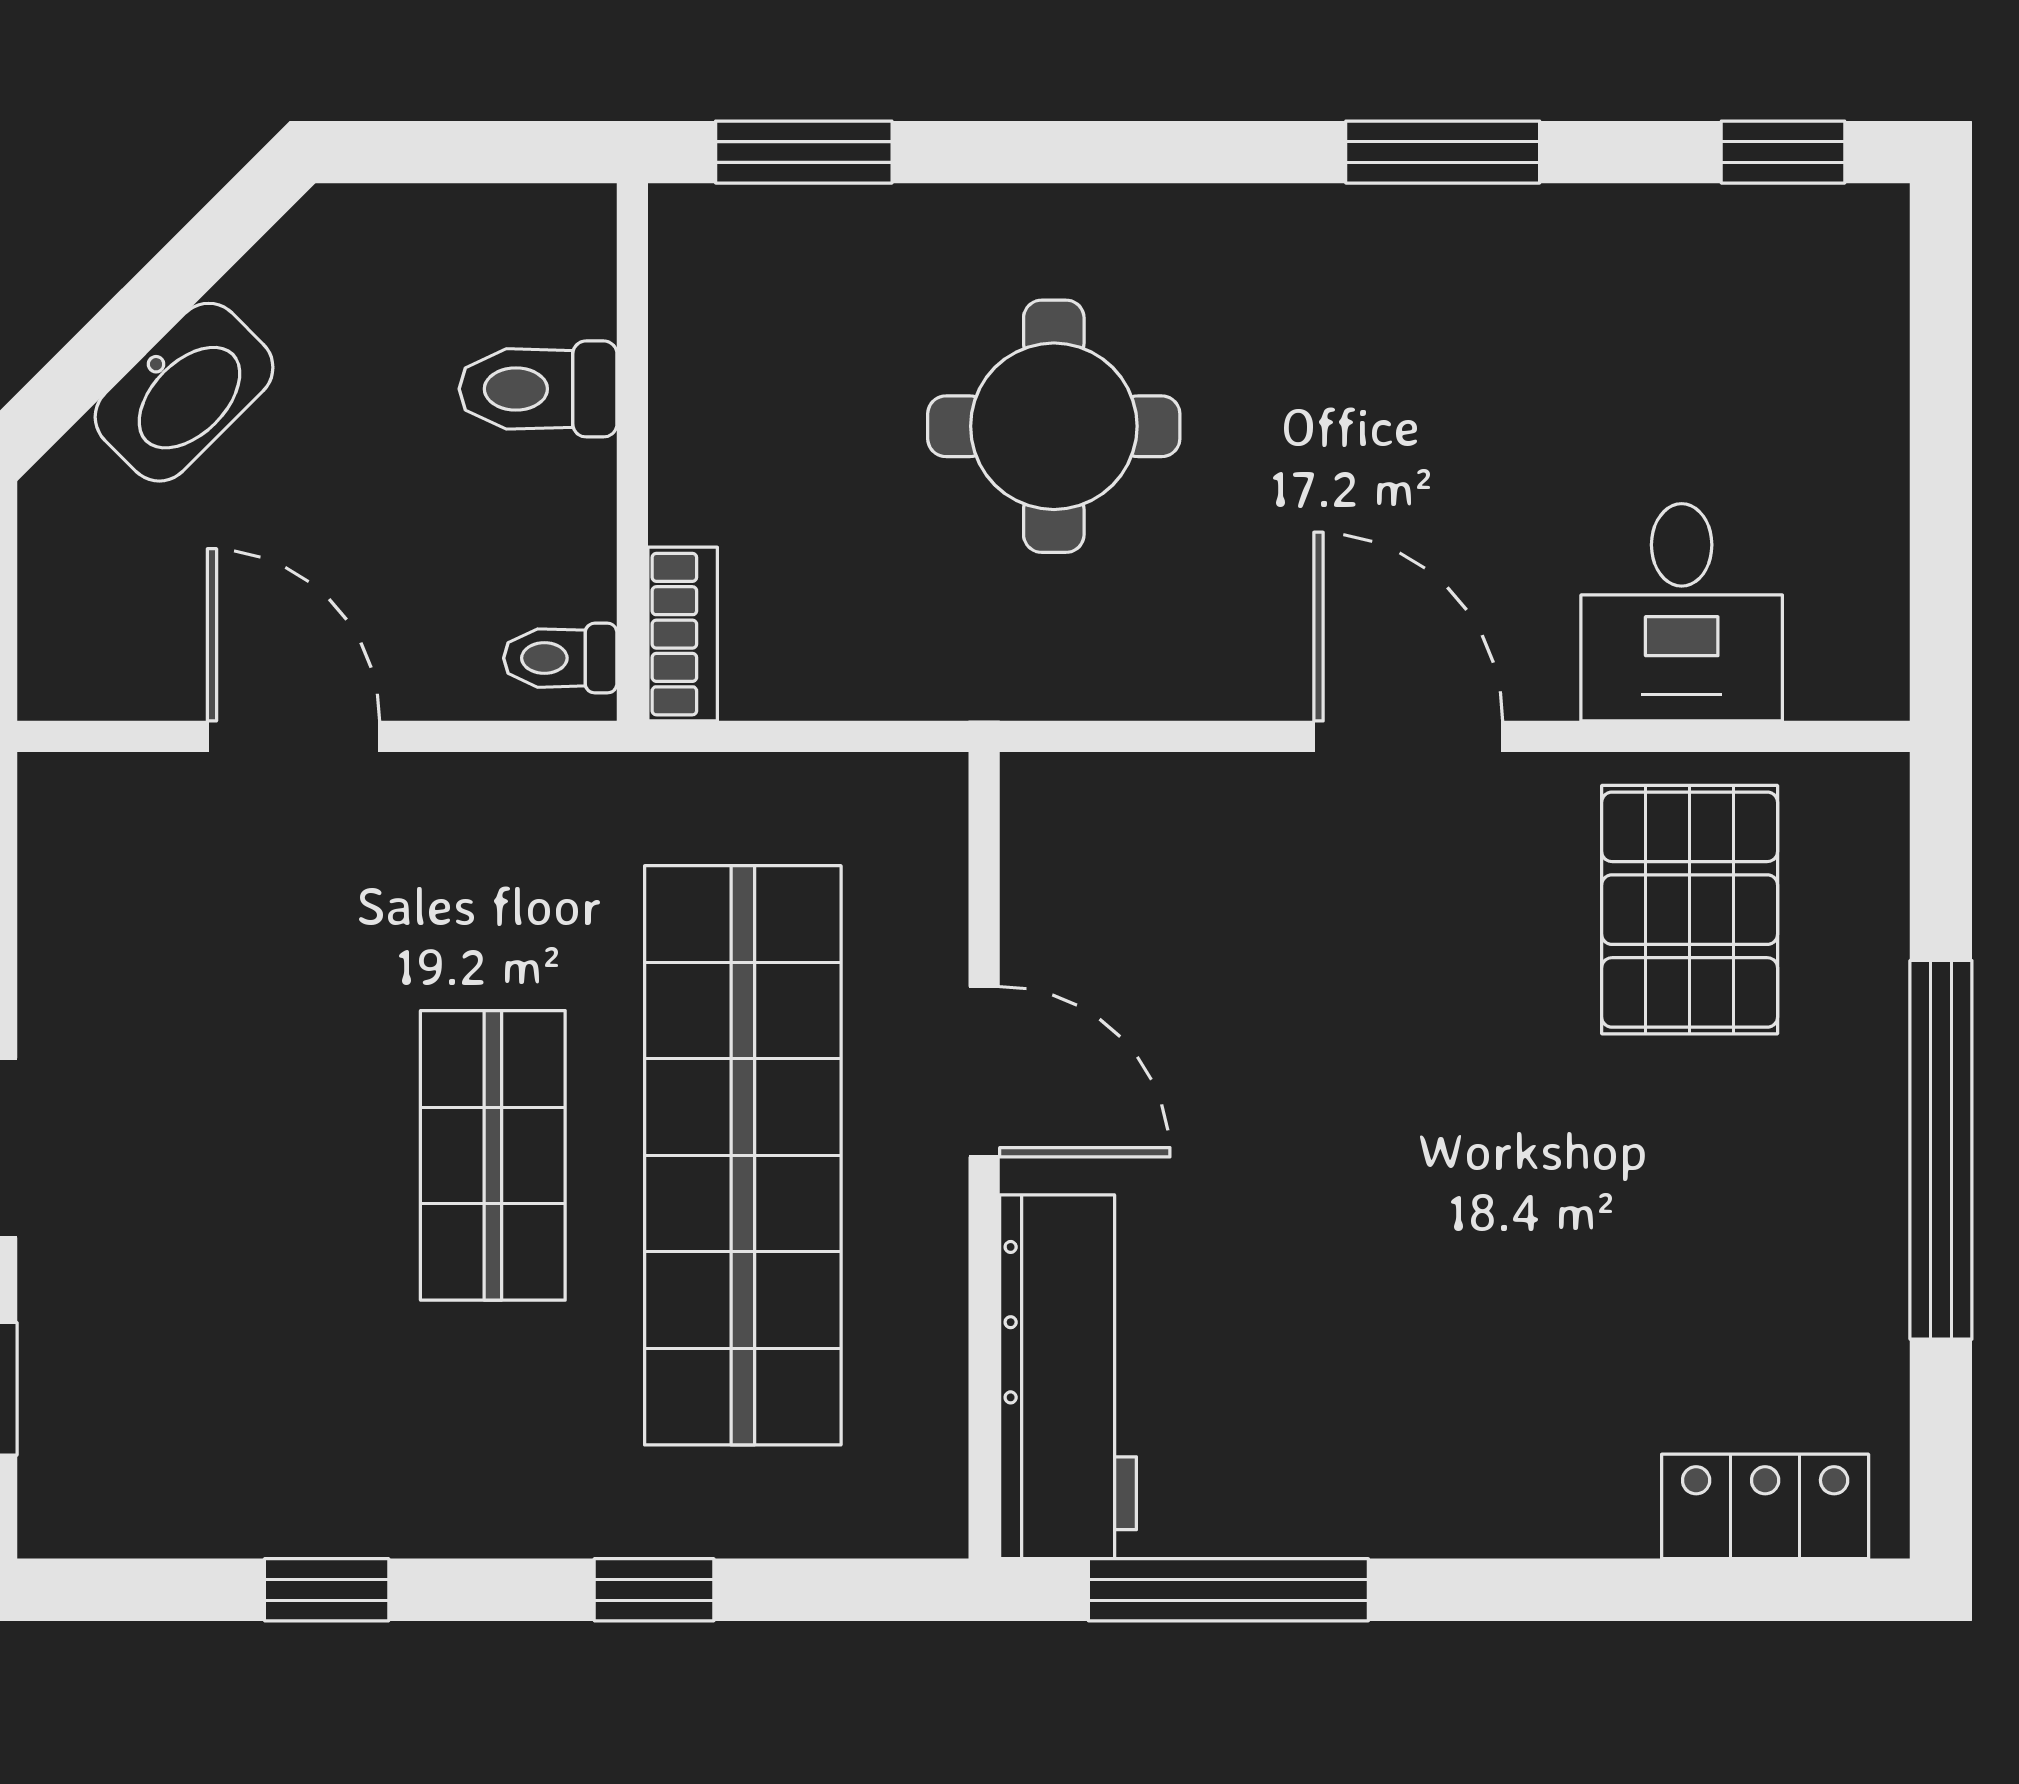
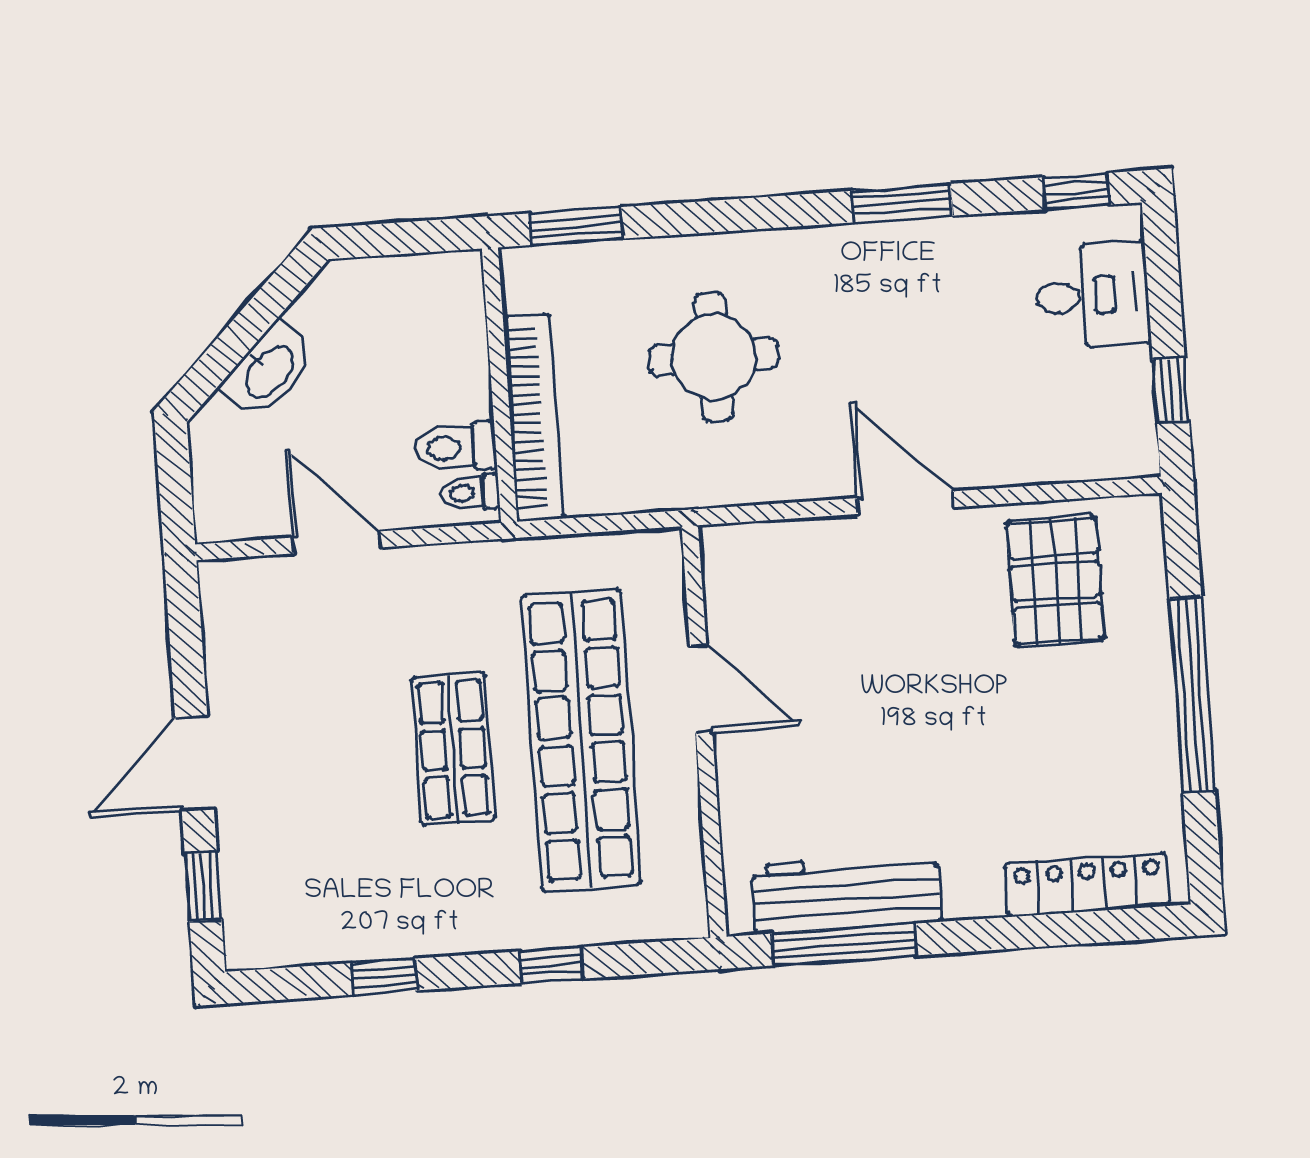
toilet: (538, 389) -> (455, 447), moved
window: (1941, 553) -> (1171, 390), added
desk: (1682, 612) -> (1093, 295), moved, turned -90
bookcase: (683, 634) -> (533, 418), width x2.31, depth x1.31
workbench: (1068, 1377) -> (846, 893), moved, turned -90
locker: (1765, 1506) -> (1087, 885), width x1.53

